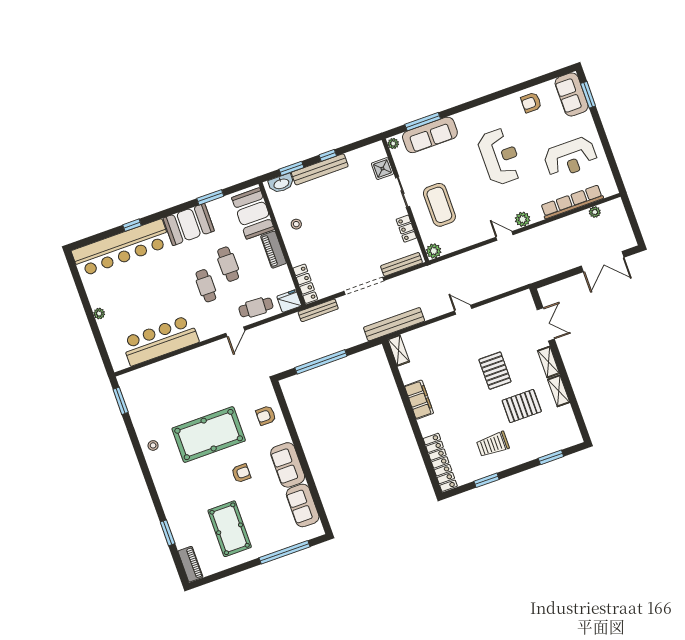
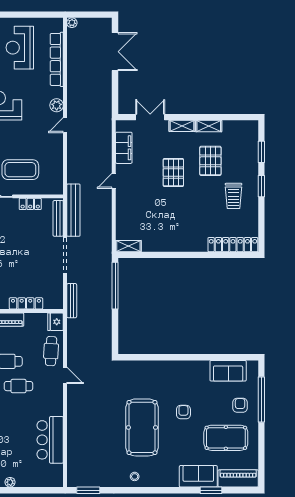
reception desk: (571, 157) -> (20, 48), turned 180
plant: (595, 212) -> (72, 23), moved
plant: (434, 251) -> (57, 188), removed
locker: (305, 284) -> (26, 303), moved
bench: (394, 324) -> (73, 210), moved
bar counter: (160, 341) -> (50, 440), width x0.73
window: (321, 362) -> (115, 286), moved
pallet: (495, 371) -> (173, 173), turned 90
filing cabinet: (419, 400) -> (124, 148), moved, turned 90
armchair: (266, 416) -> (240, 405), moved, turned 180
sofa: (288, 465) -> (198, 476), moved, turned 180
window: (486, 480) -> (261, 186), moved
piano: (190, 564) -> (238, 478), width x1.37, depth x1.33

